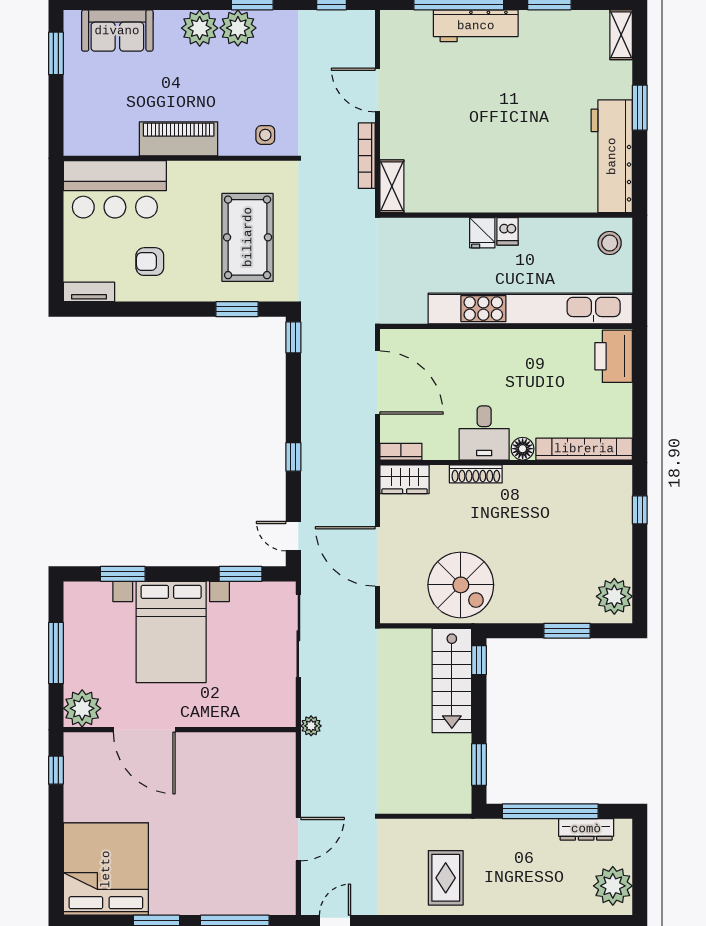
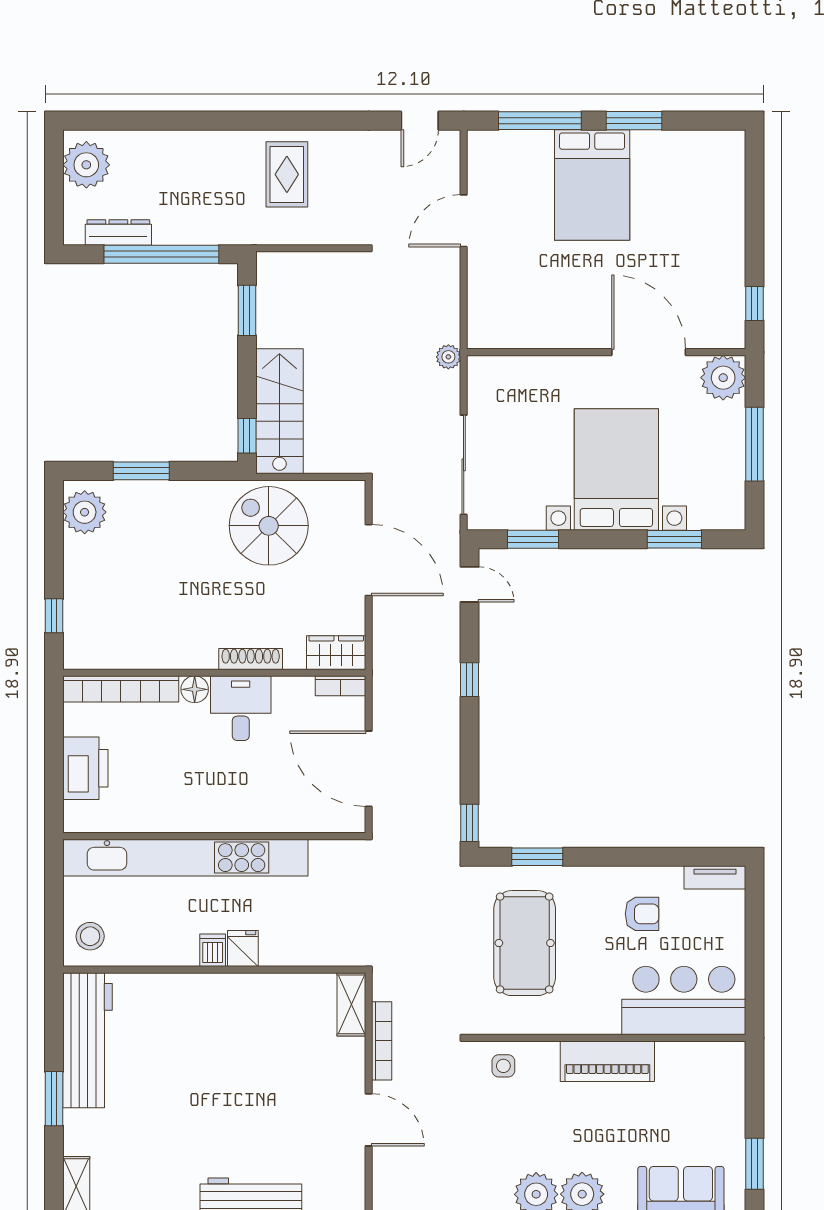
printer: (614, 356) -> (85, 768), moved
bed: (106, 869) -> (592, 185), moved, width x0.73

